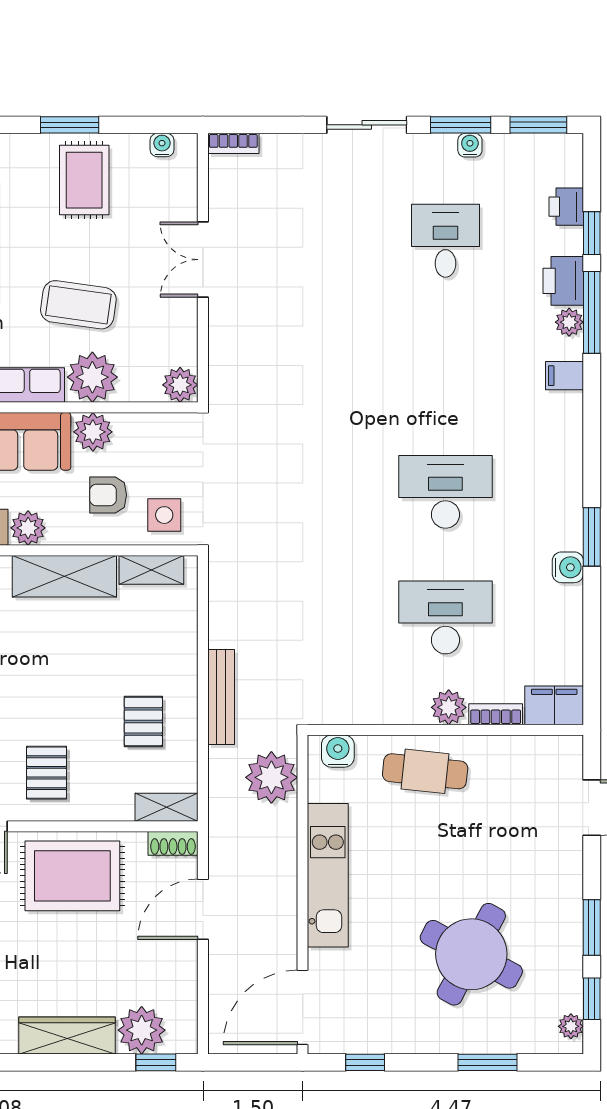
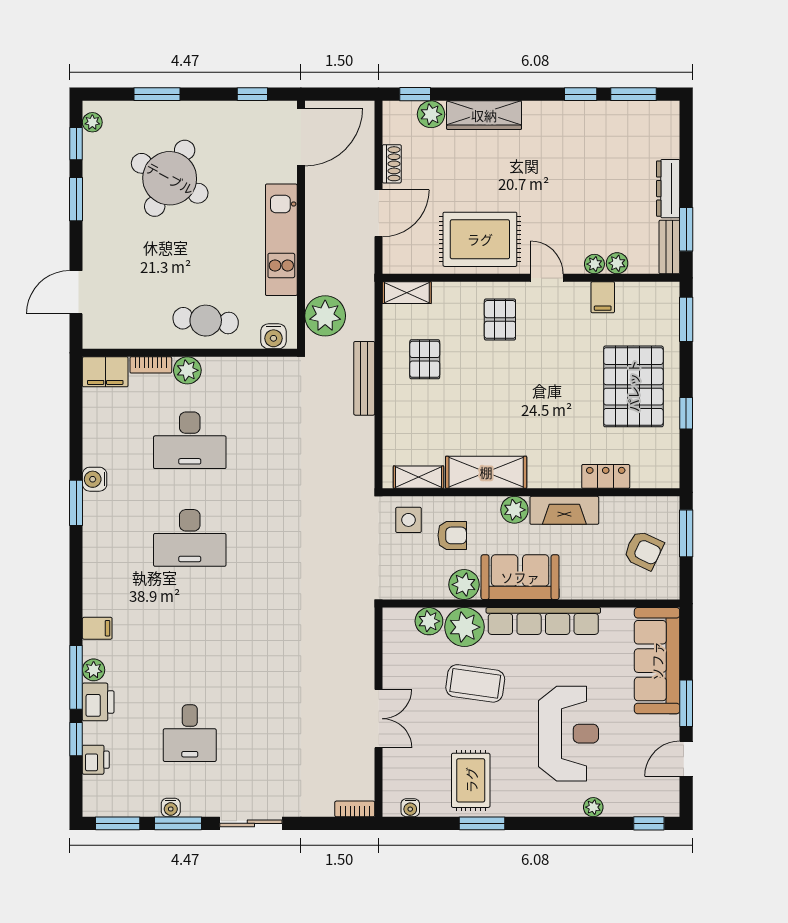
plant: (180, 385) -> (429, 621), moved
shoe rack: (173, 843) -> (392, 164), moved, turned 90
plant: (142, 1030) -> (431, 114), width x0.73, depth x0.73

